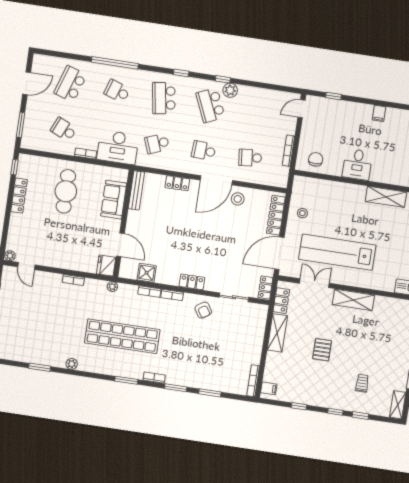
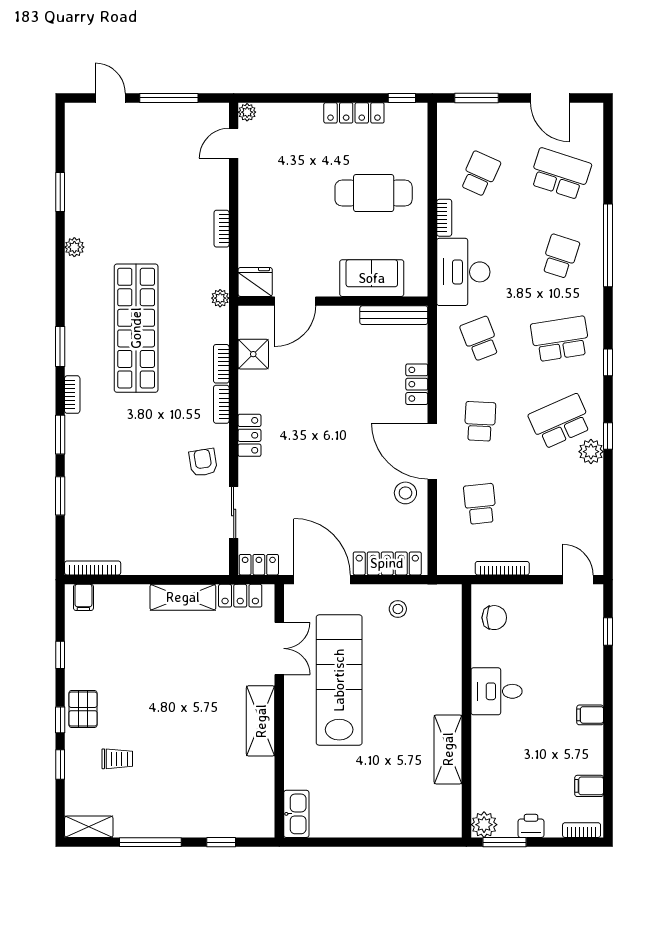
armchair: (203, 310) -> (203, 462), turned 114
pallet: (322, 350) -> (83, 709), moved, turned 90

